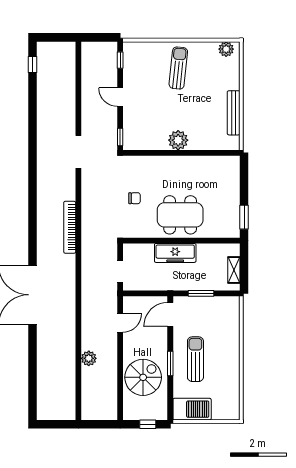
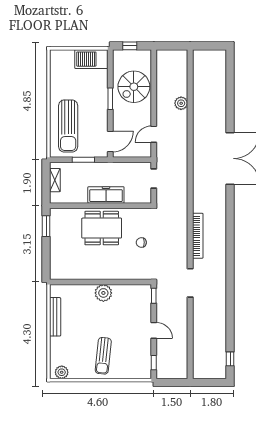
bookcase: (70, 227) -> (198, 236), moved
sun lounger: (195, 359) -> (68, 126), moved, width x1.36, depth x1.34

